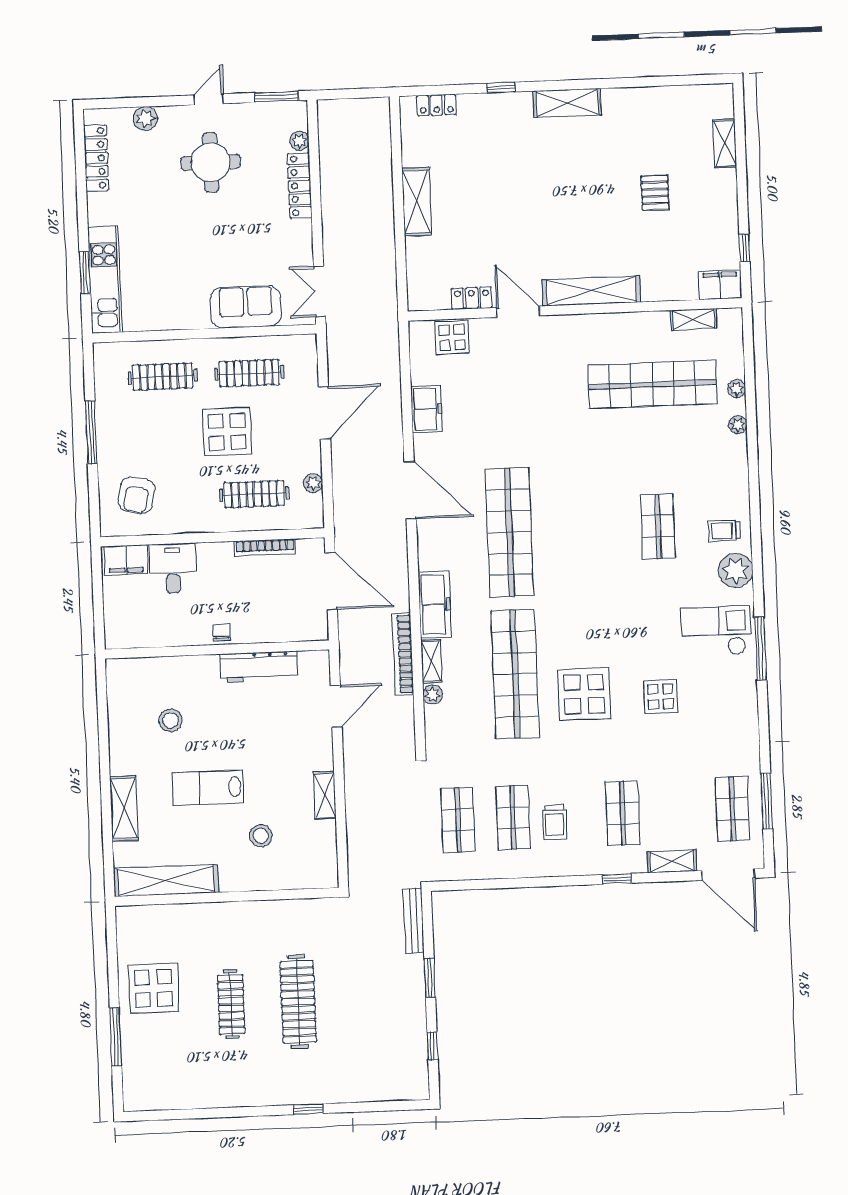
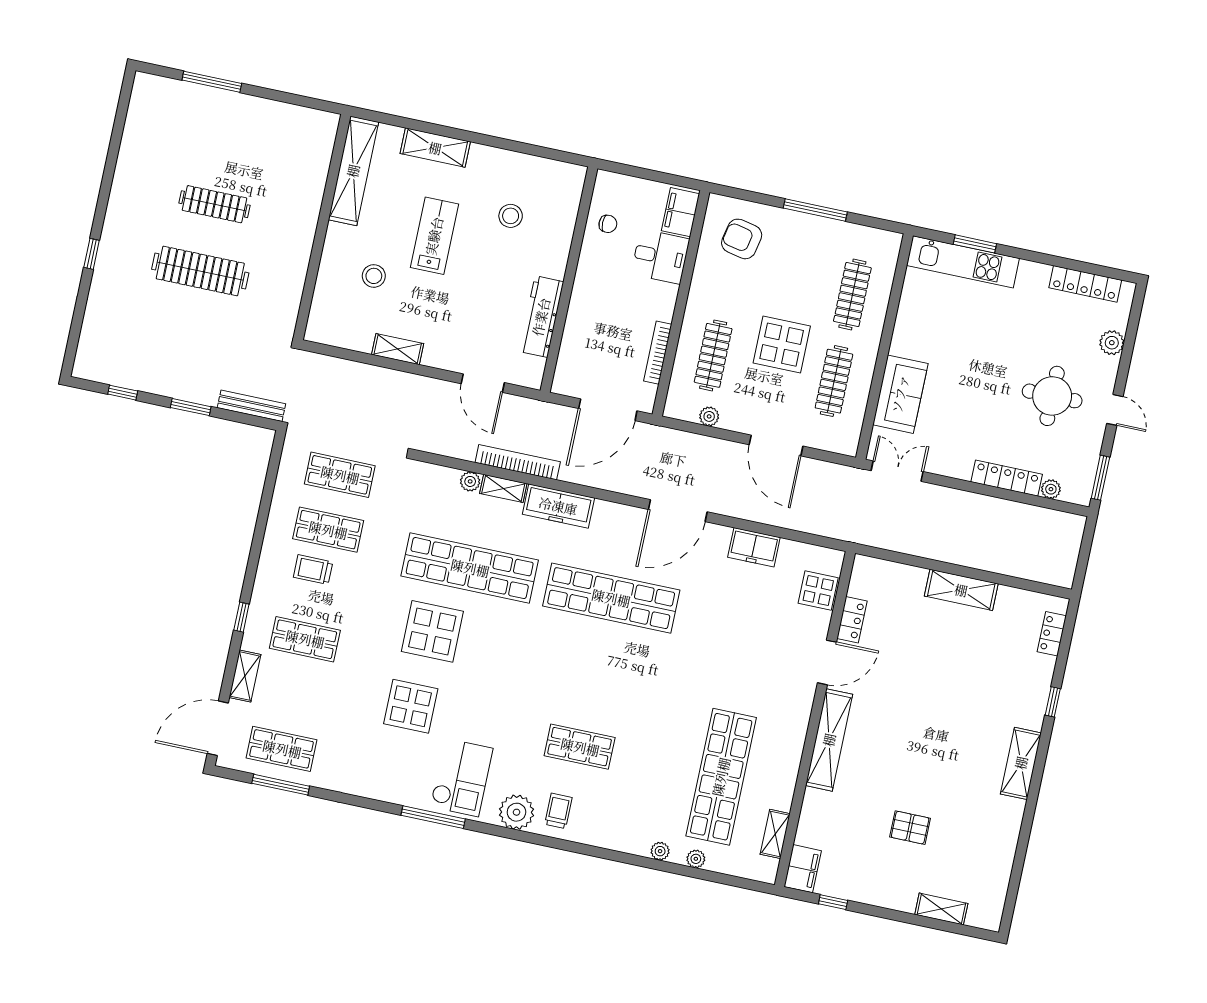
chair: (222, 632) -> (608, 224), moved
display table: (661, 697) -> (411, 706), width x1.36, depth x1.36
display table: (154, 988) -> (250, 132), removed

